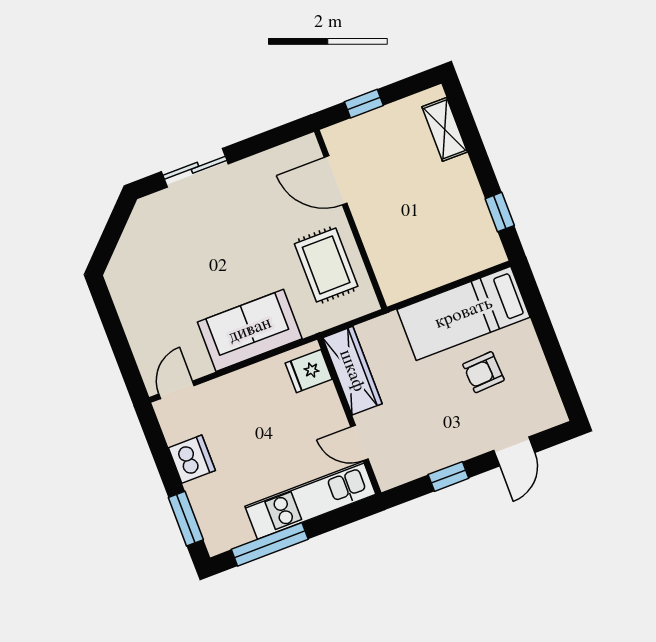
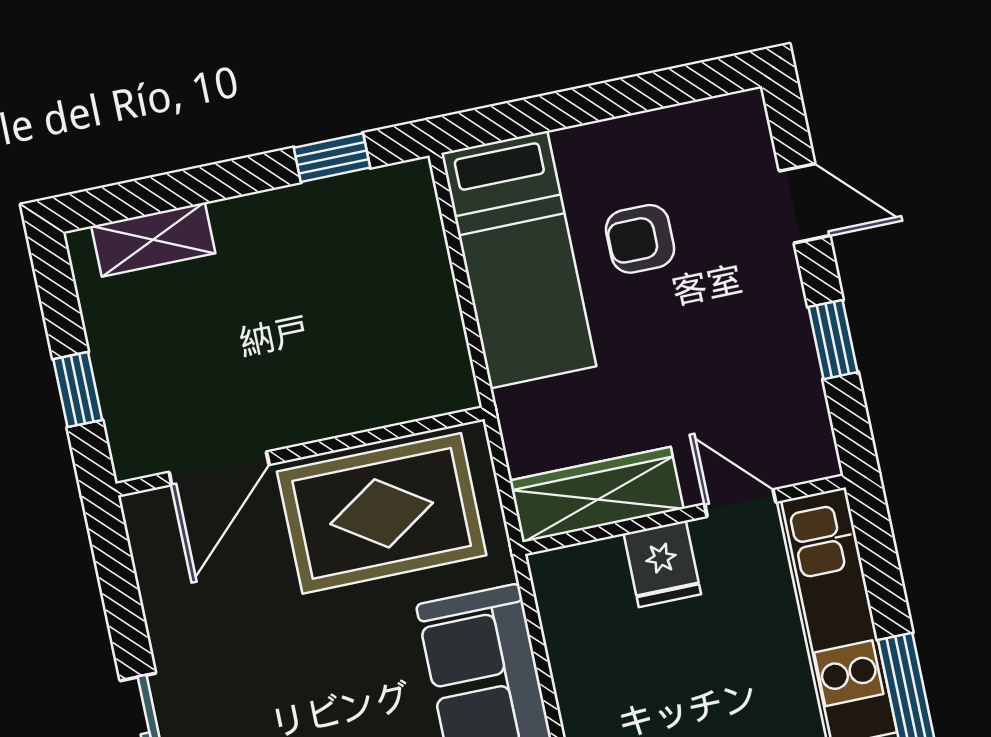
rug: (326, 265) -> (382, 513), width x1.36, depth x1.43
fridge: (309, 371) -> (662, 564), moved
armchair: (483, 372) -> (640, 239), turned 93
door: (360, 443) -> (740, 503), swing flipped

